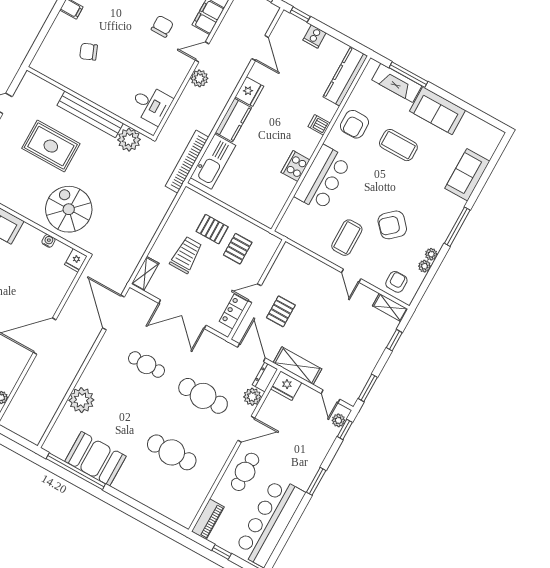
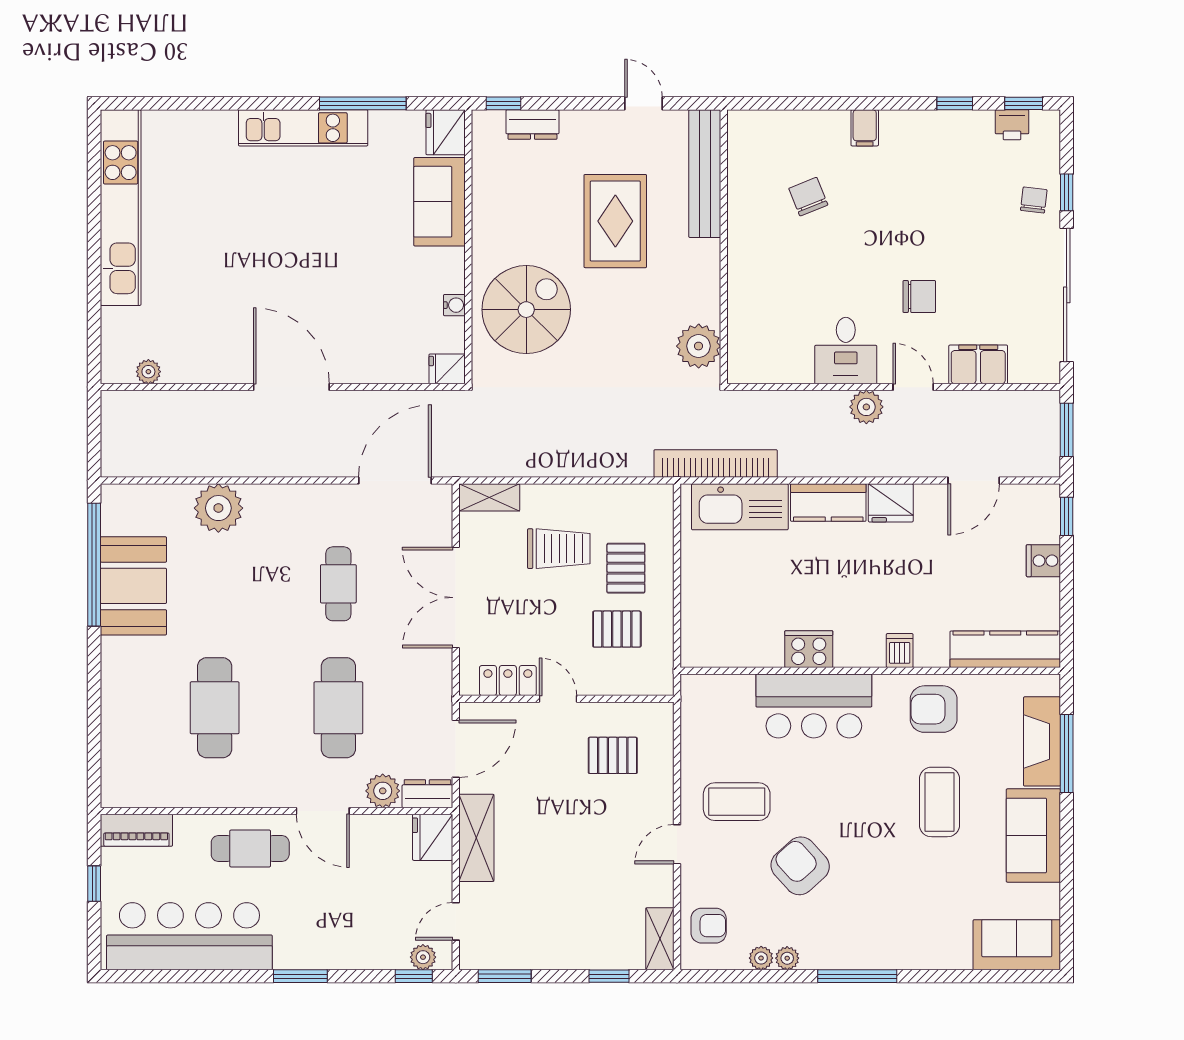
desk: (151, 104) -> (846, 351), moved
bench: (90, 114) -> (705, 174), moved
sofa: (467, 175) -> (1017, 945), moved
pallet: (281, 311) -> (613, 755), moved

